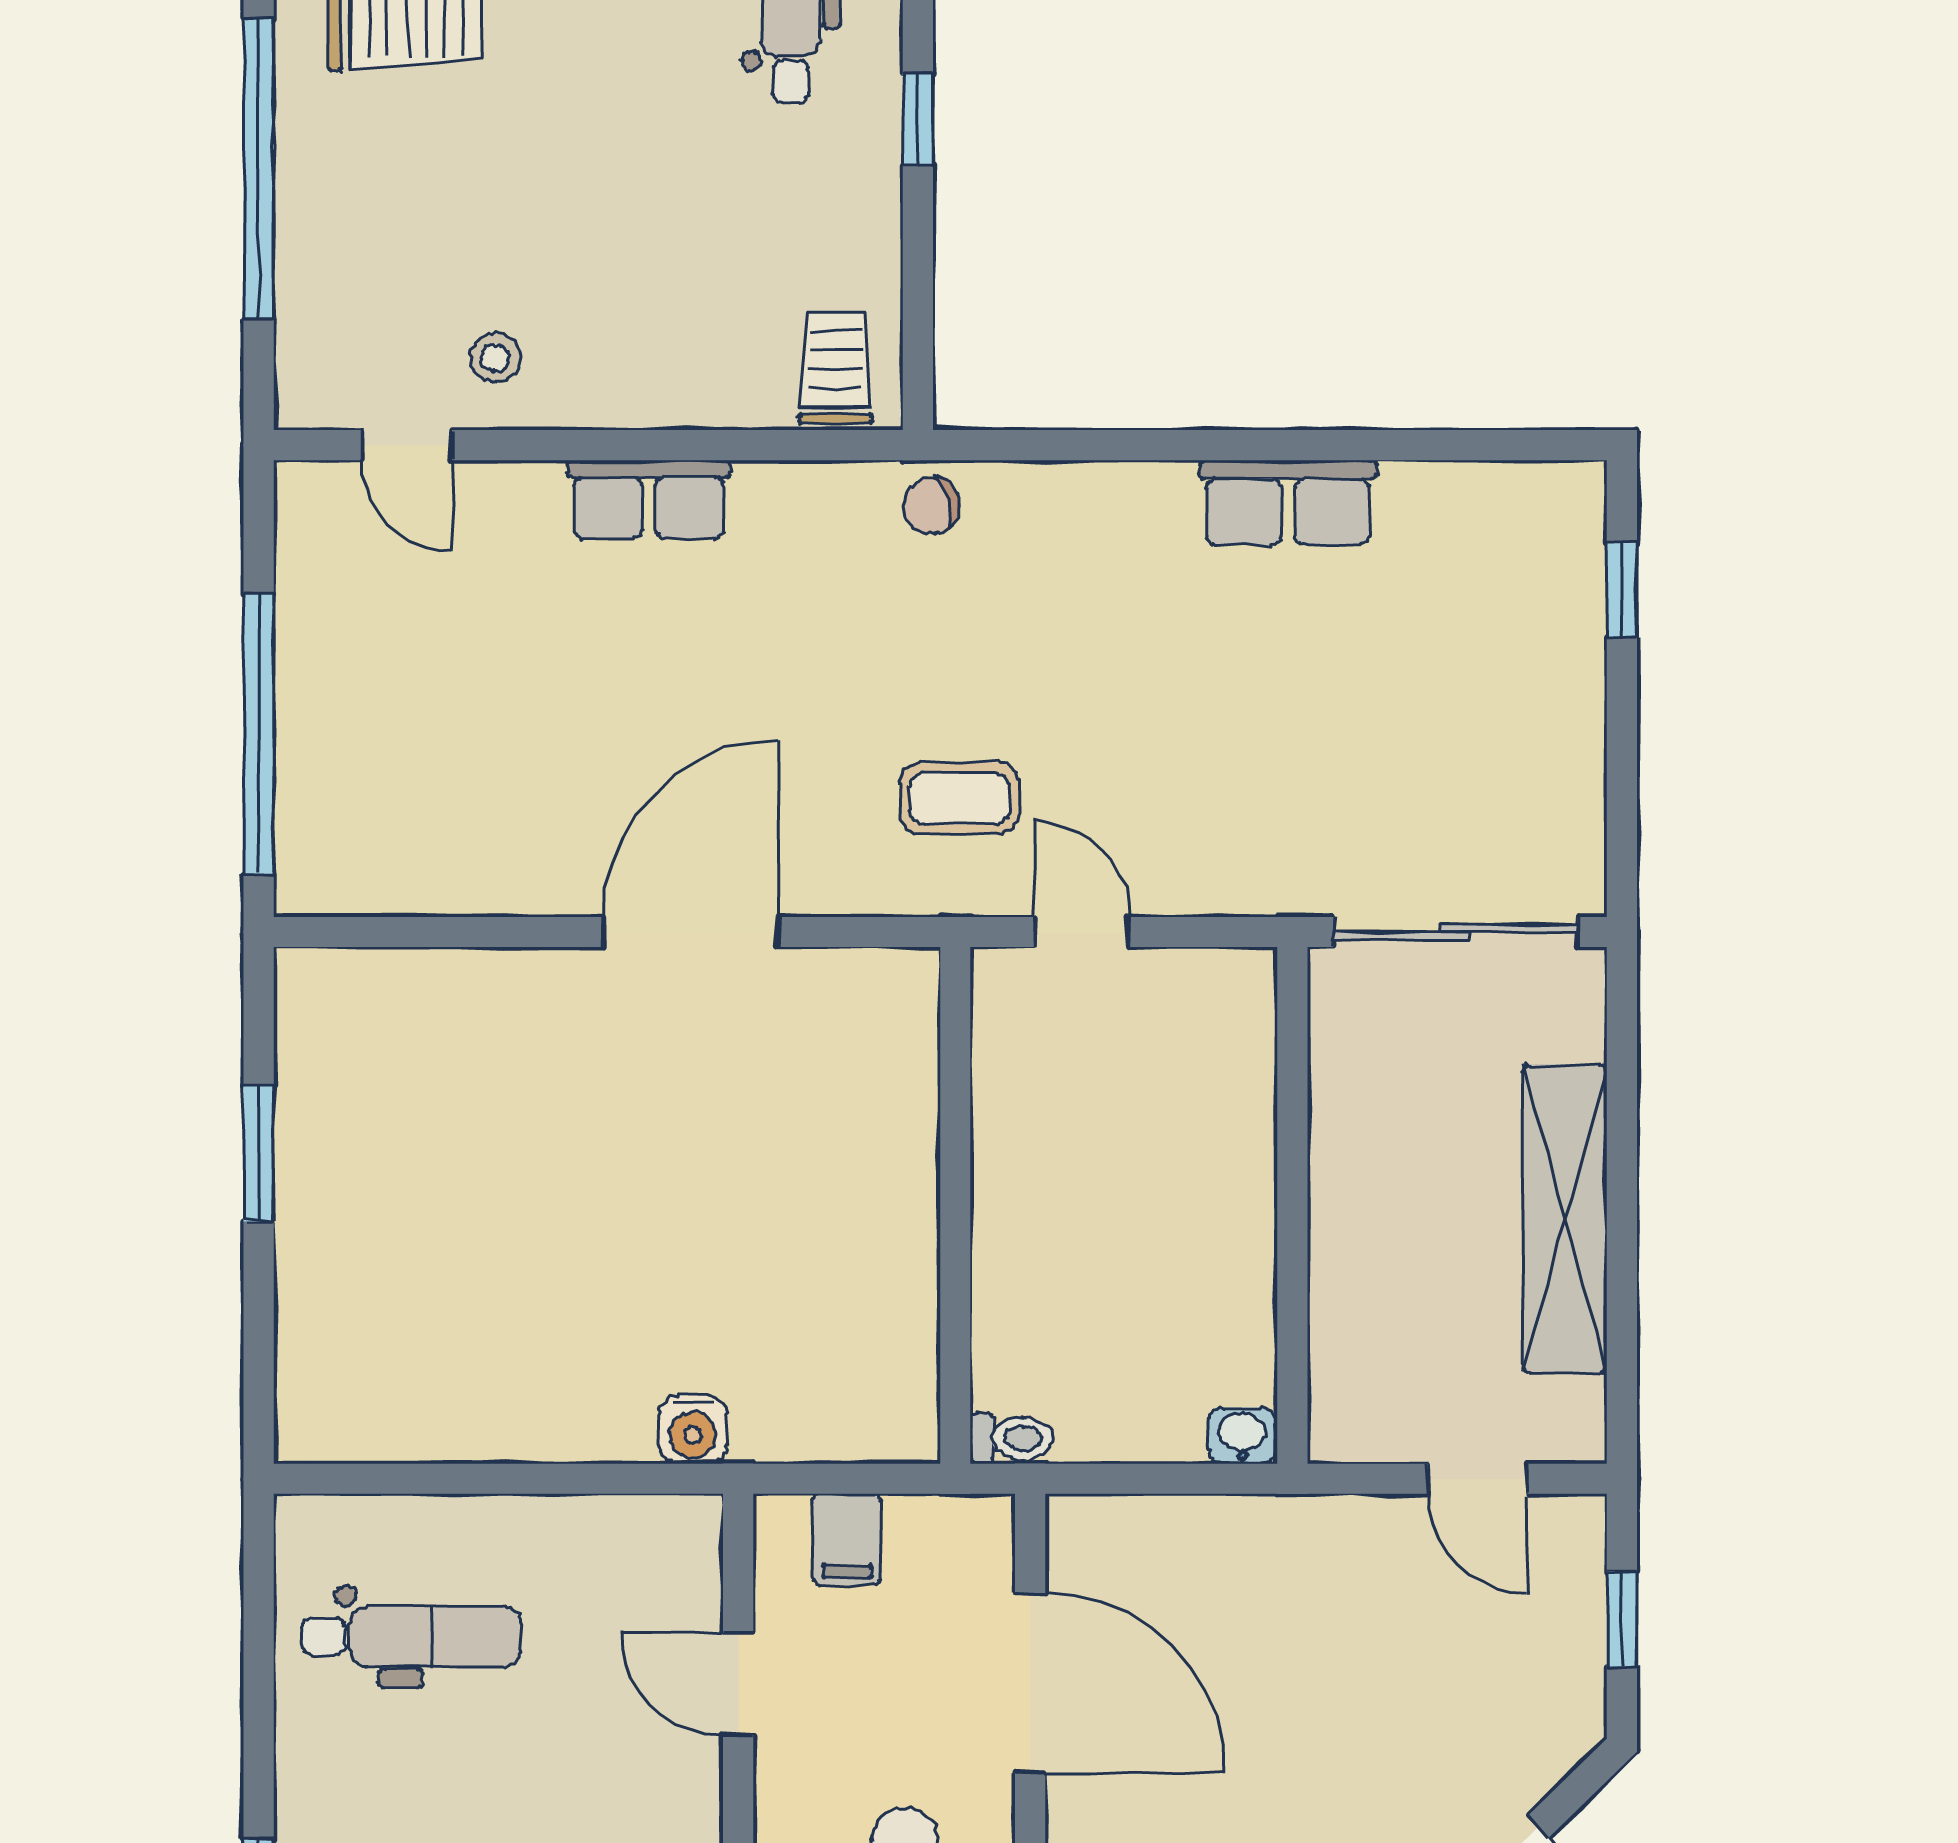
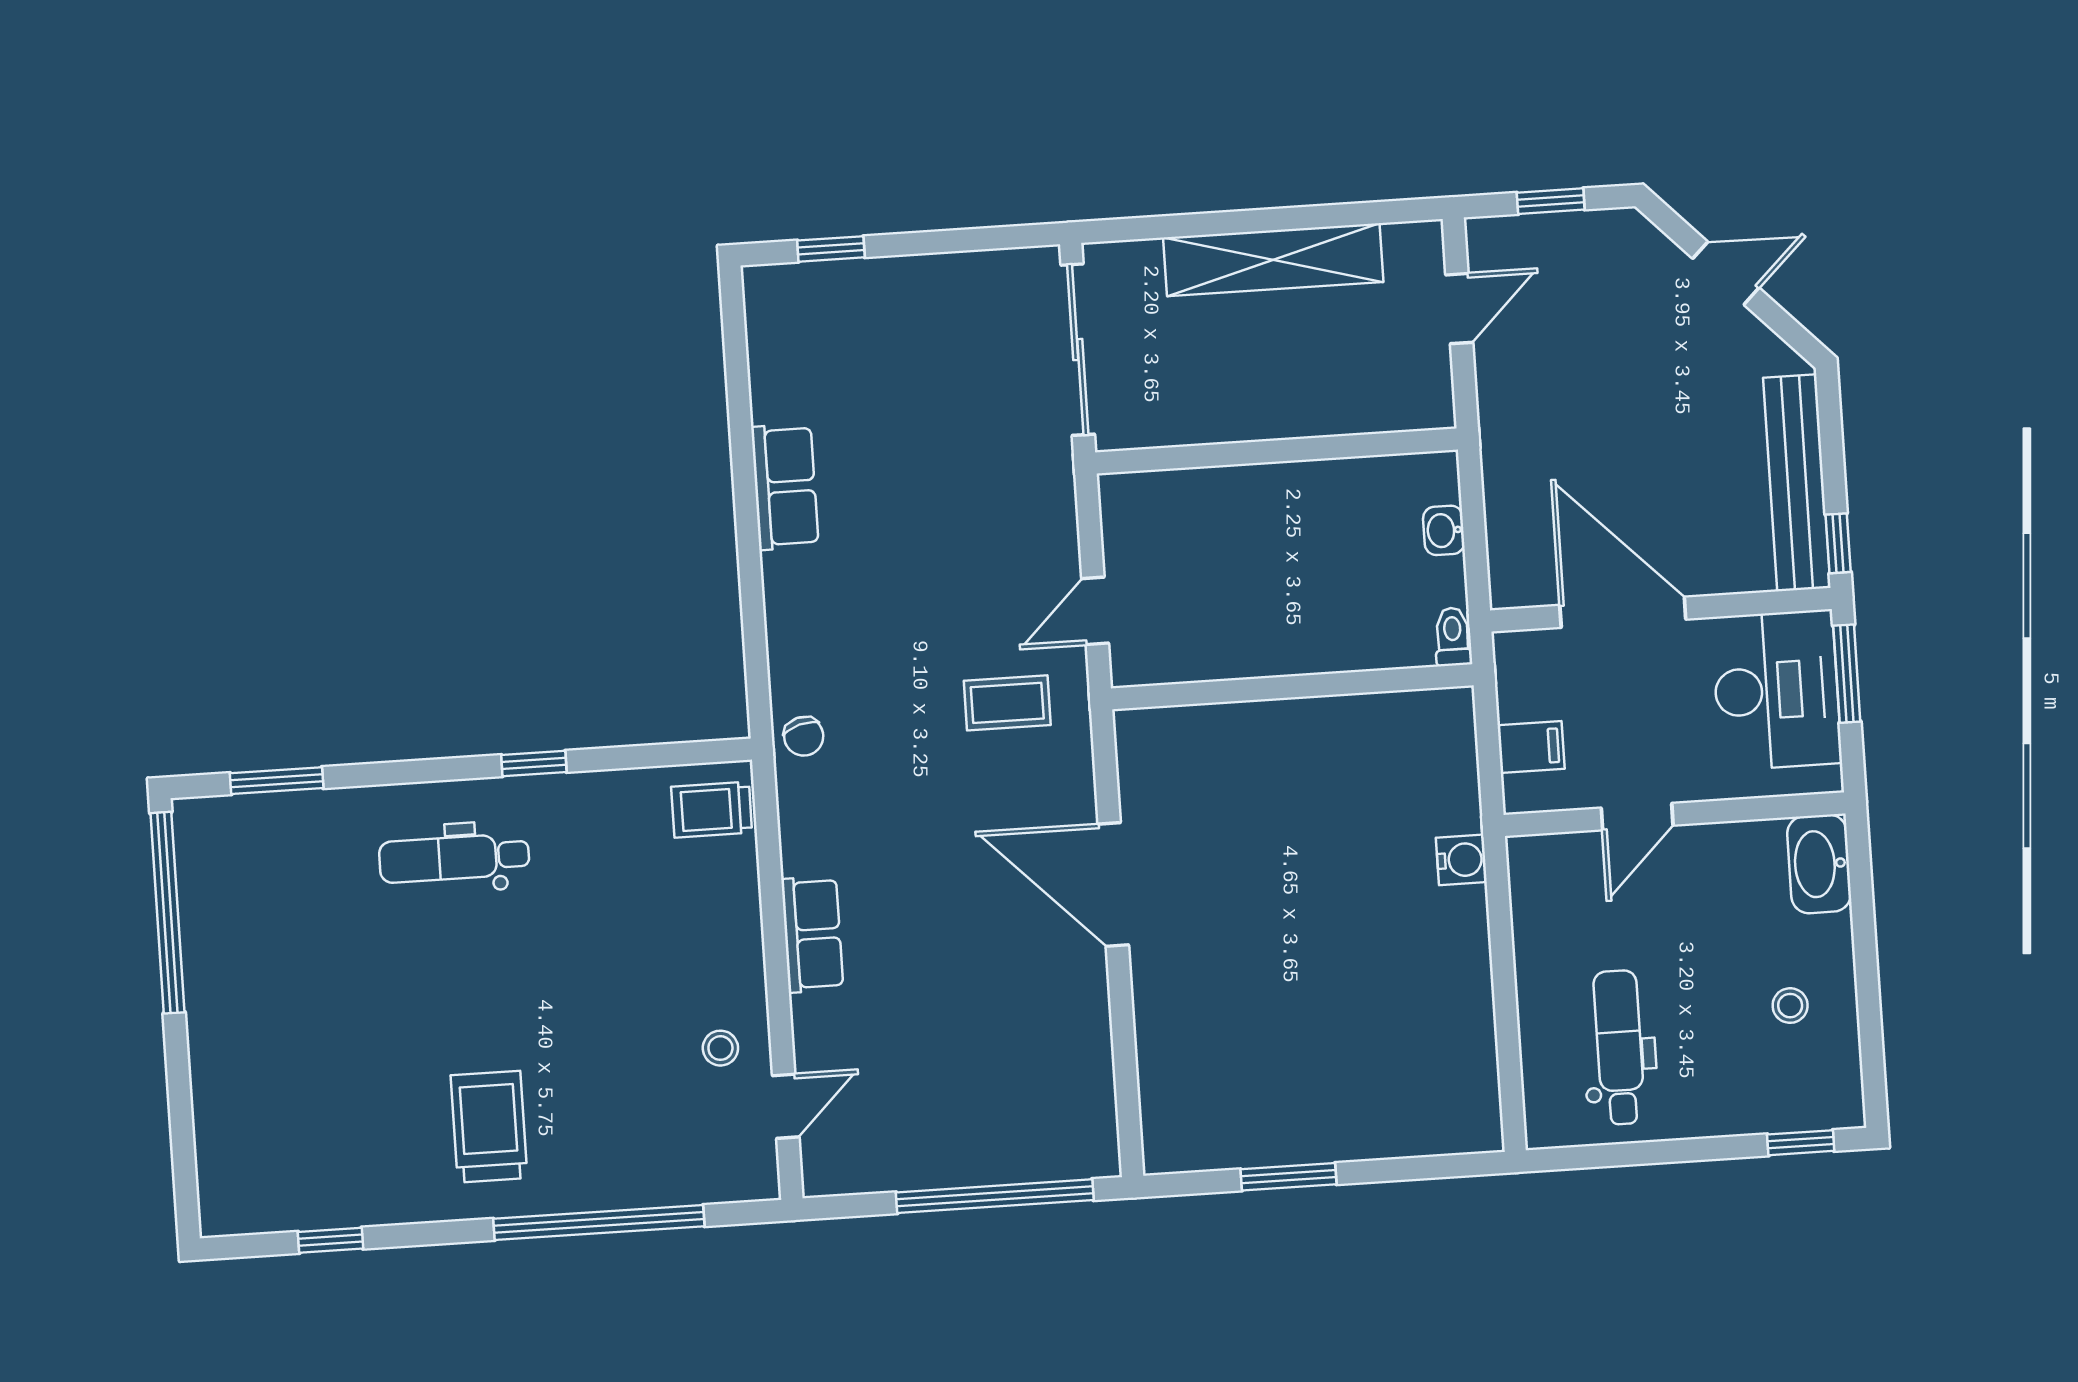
coffee table: (959, 798) -> (1007, 703), turned 90
washbasin: (1243, 1436) -> (1444, 530), moved
door: (1030, 1683) -> (1623, 612), hinge flipped

